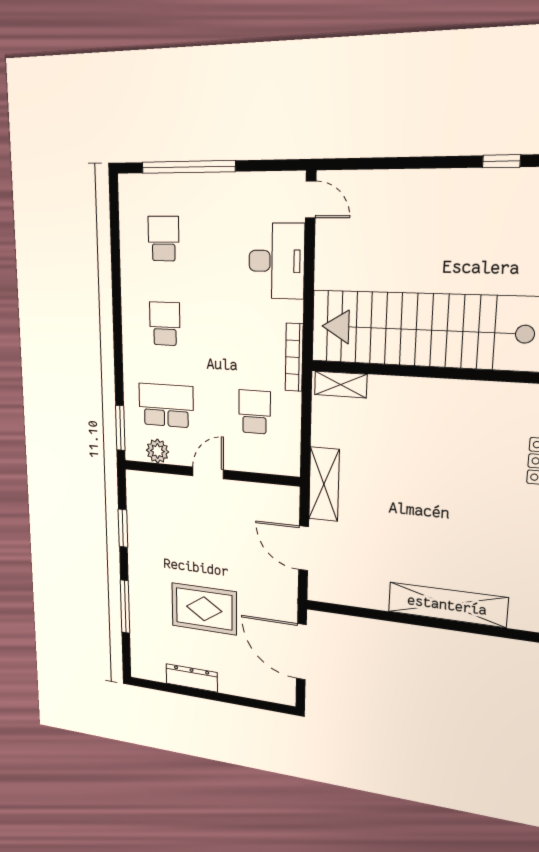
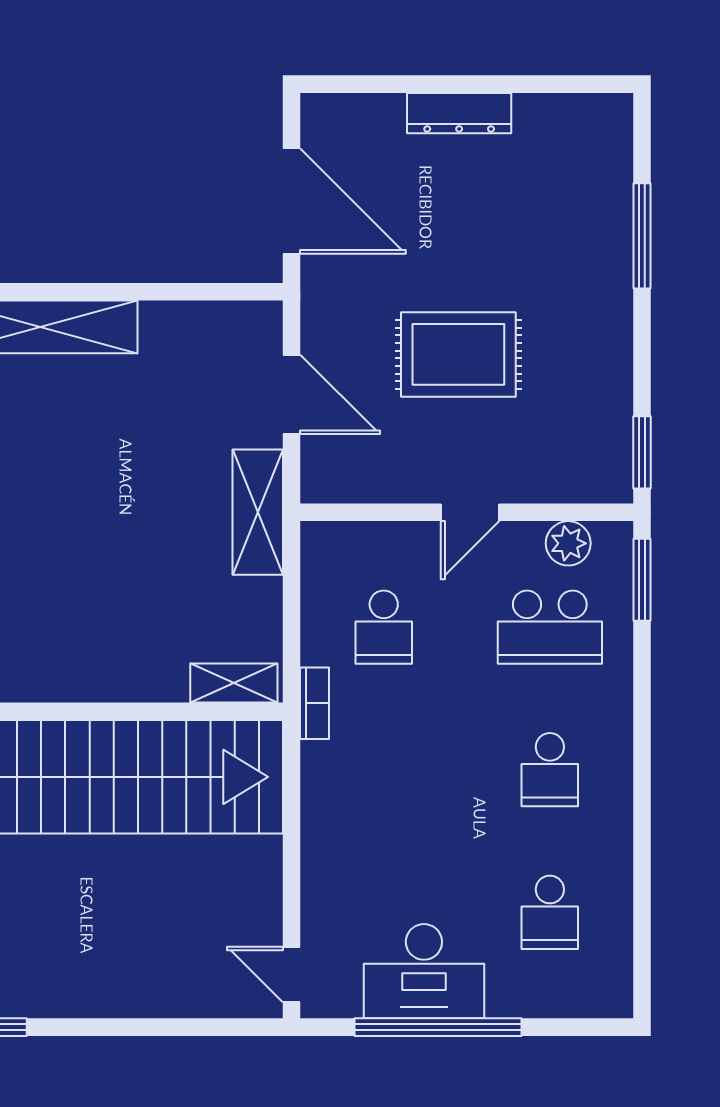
window: (188, 167) -> (438, 1027), moved
desk: (277, 261) -> (424, 971), moved, turned -90
bookcase: (294, 357) -> (315, 703), width x0.64
window: (123, 528) -> (642, 452), moved
rug: (204, 609) -> (458, 354), moved
dresser: (192, 678) -> (459, 113), moved

